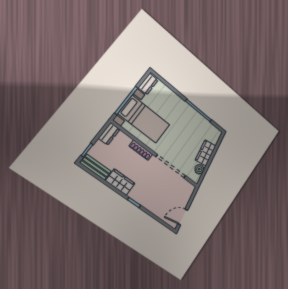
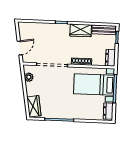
wardrobe: (206, 153) -> (34, 106), moved
door: (183, 217) -> (20, 48), moved

